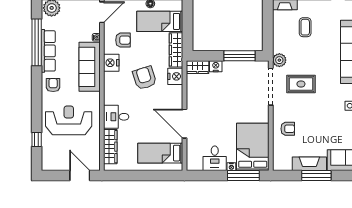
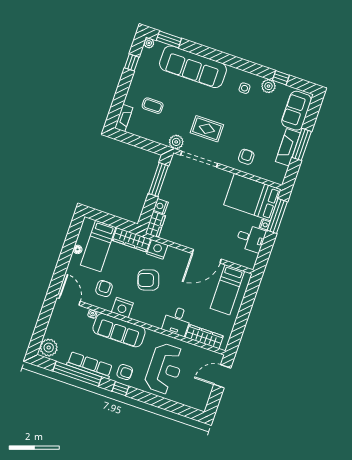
rug: (301, 84) -> (207, 129), turned 90
armchair: (53, 85) -> (125, 372), turned 180
reception desk: (69, 120) -> (165, 369), turned 180
window: (37, 140) -> (120, 389), moved

